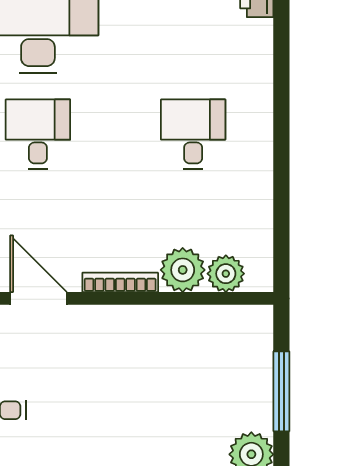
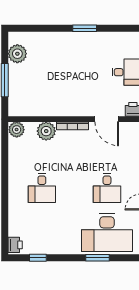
plant: (226, 274) -> (17, 130), moved

